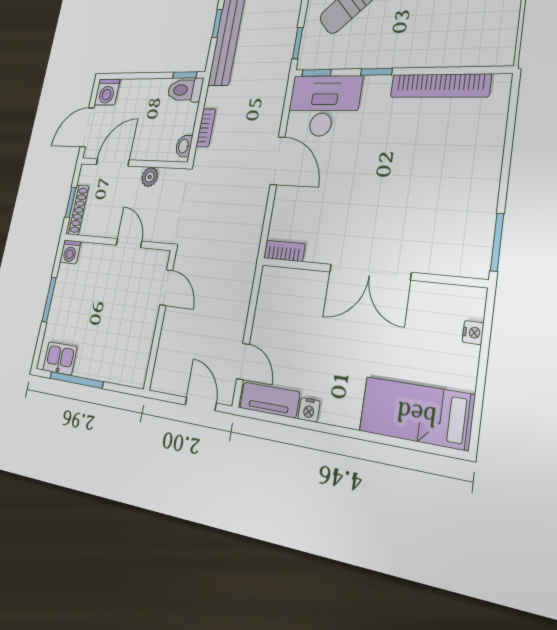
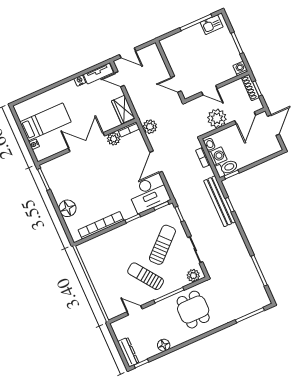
washing machine: (107, 92) -> (218, 156), moved, turned 90
floor lamp: (484, 153) -> (67, 208), added
door: (277, 161) -> (156, 162), hinge flipped
plant: (150, 177) -> (217, 118), width x1.87, depth x1.87
plant: (249, 234) -> (150, 127), added
plant: (320, 248) -> (114, 139), added
wardrobe: (271, 297) -> (123, 109), added
bed: (416, 413) -> (45, 122), moved

